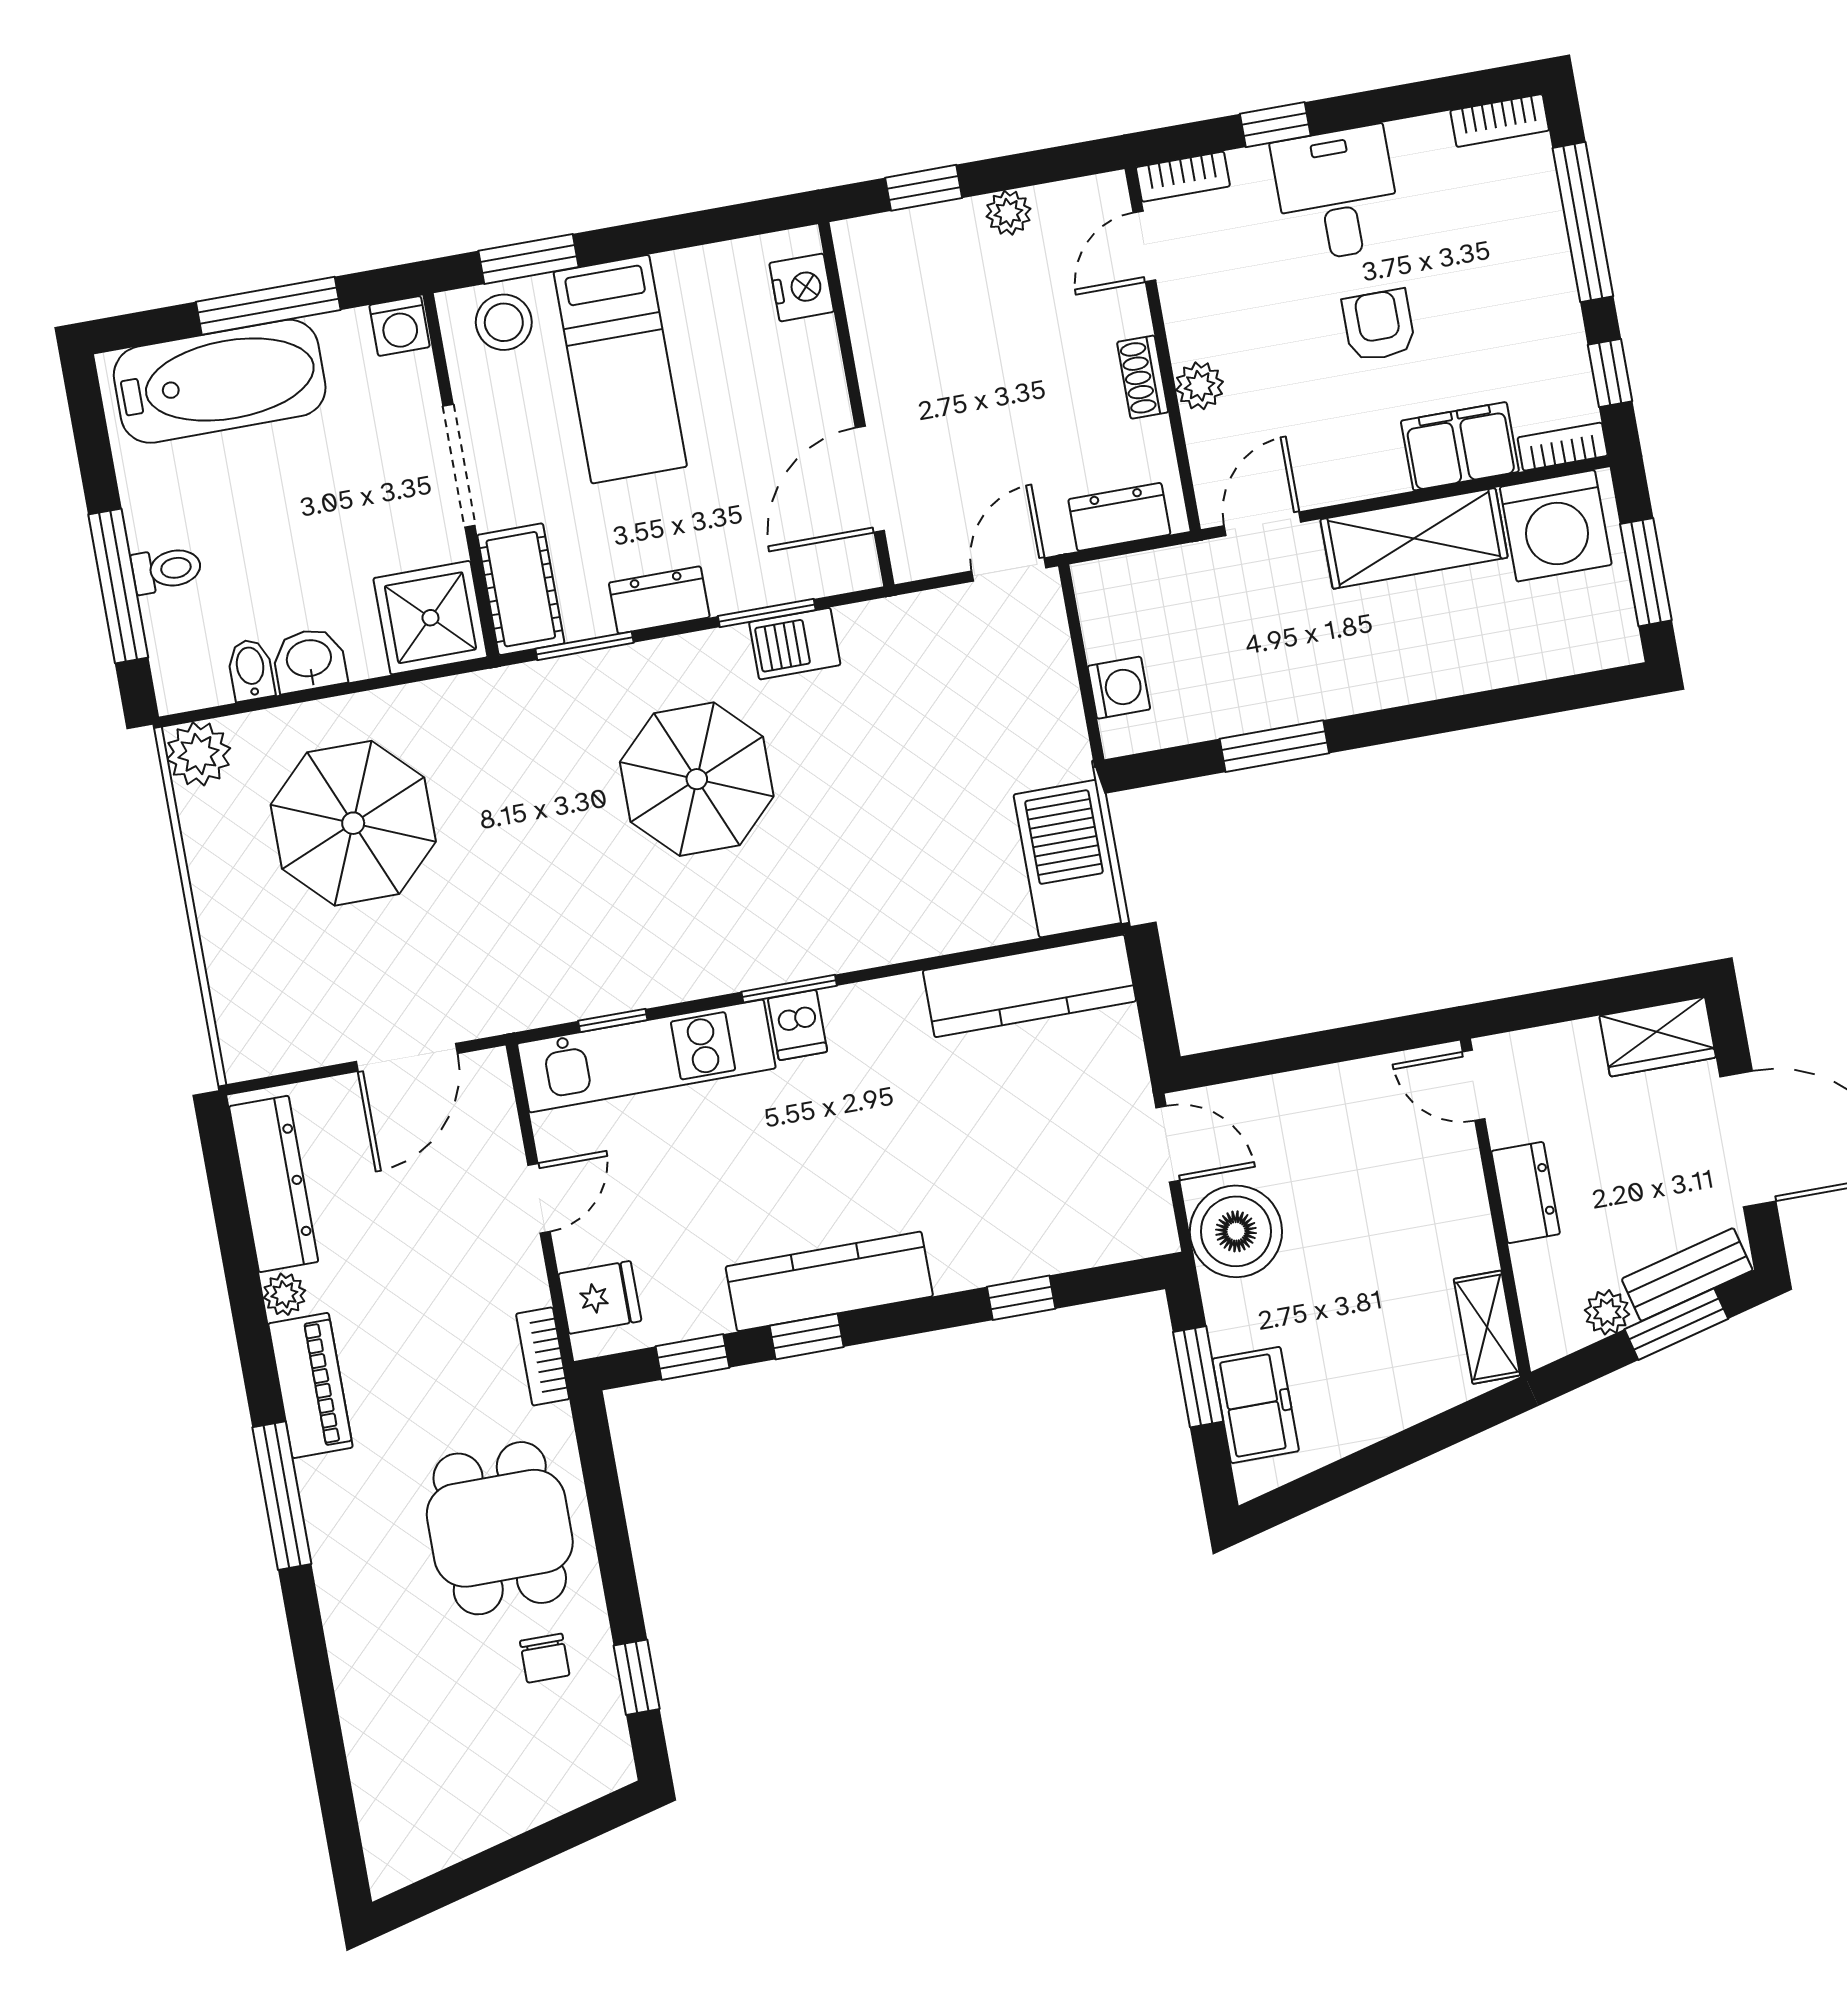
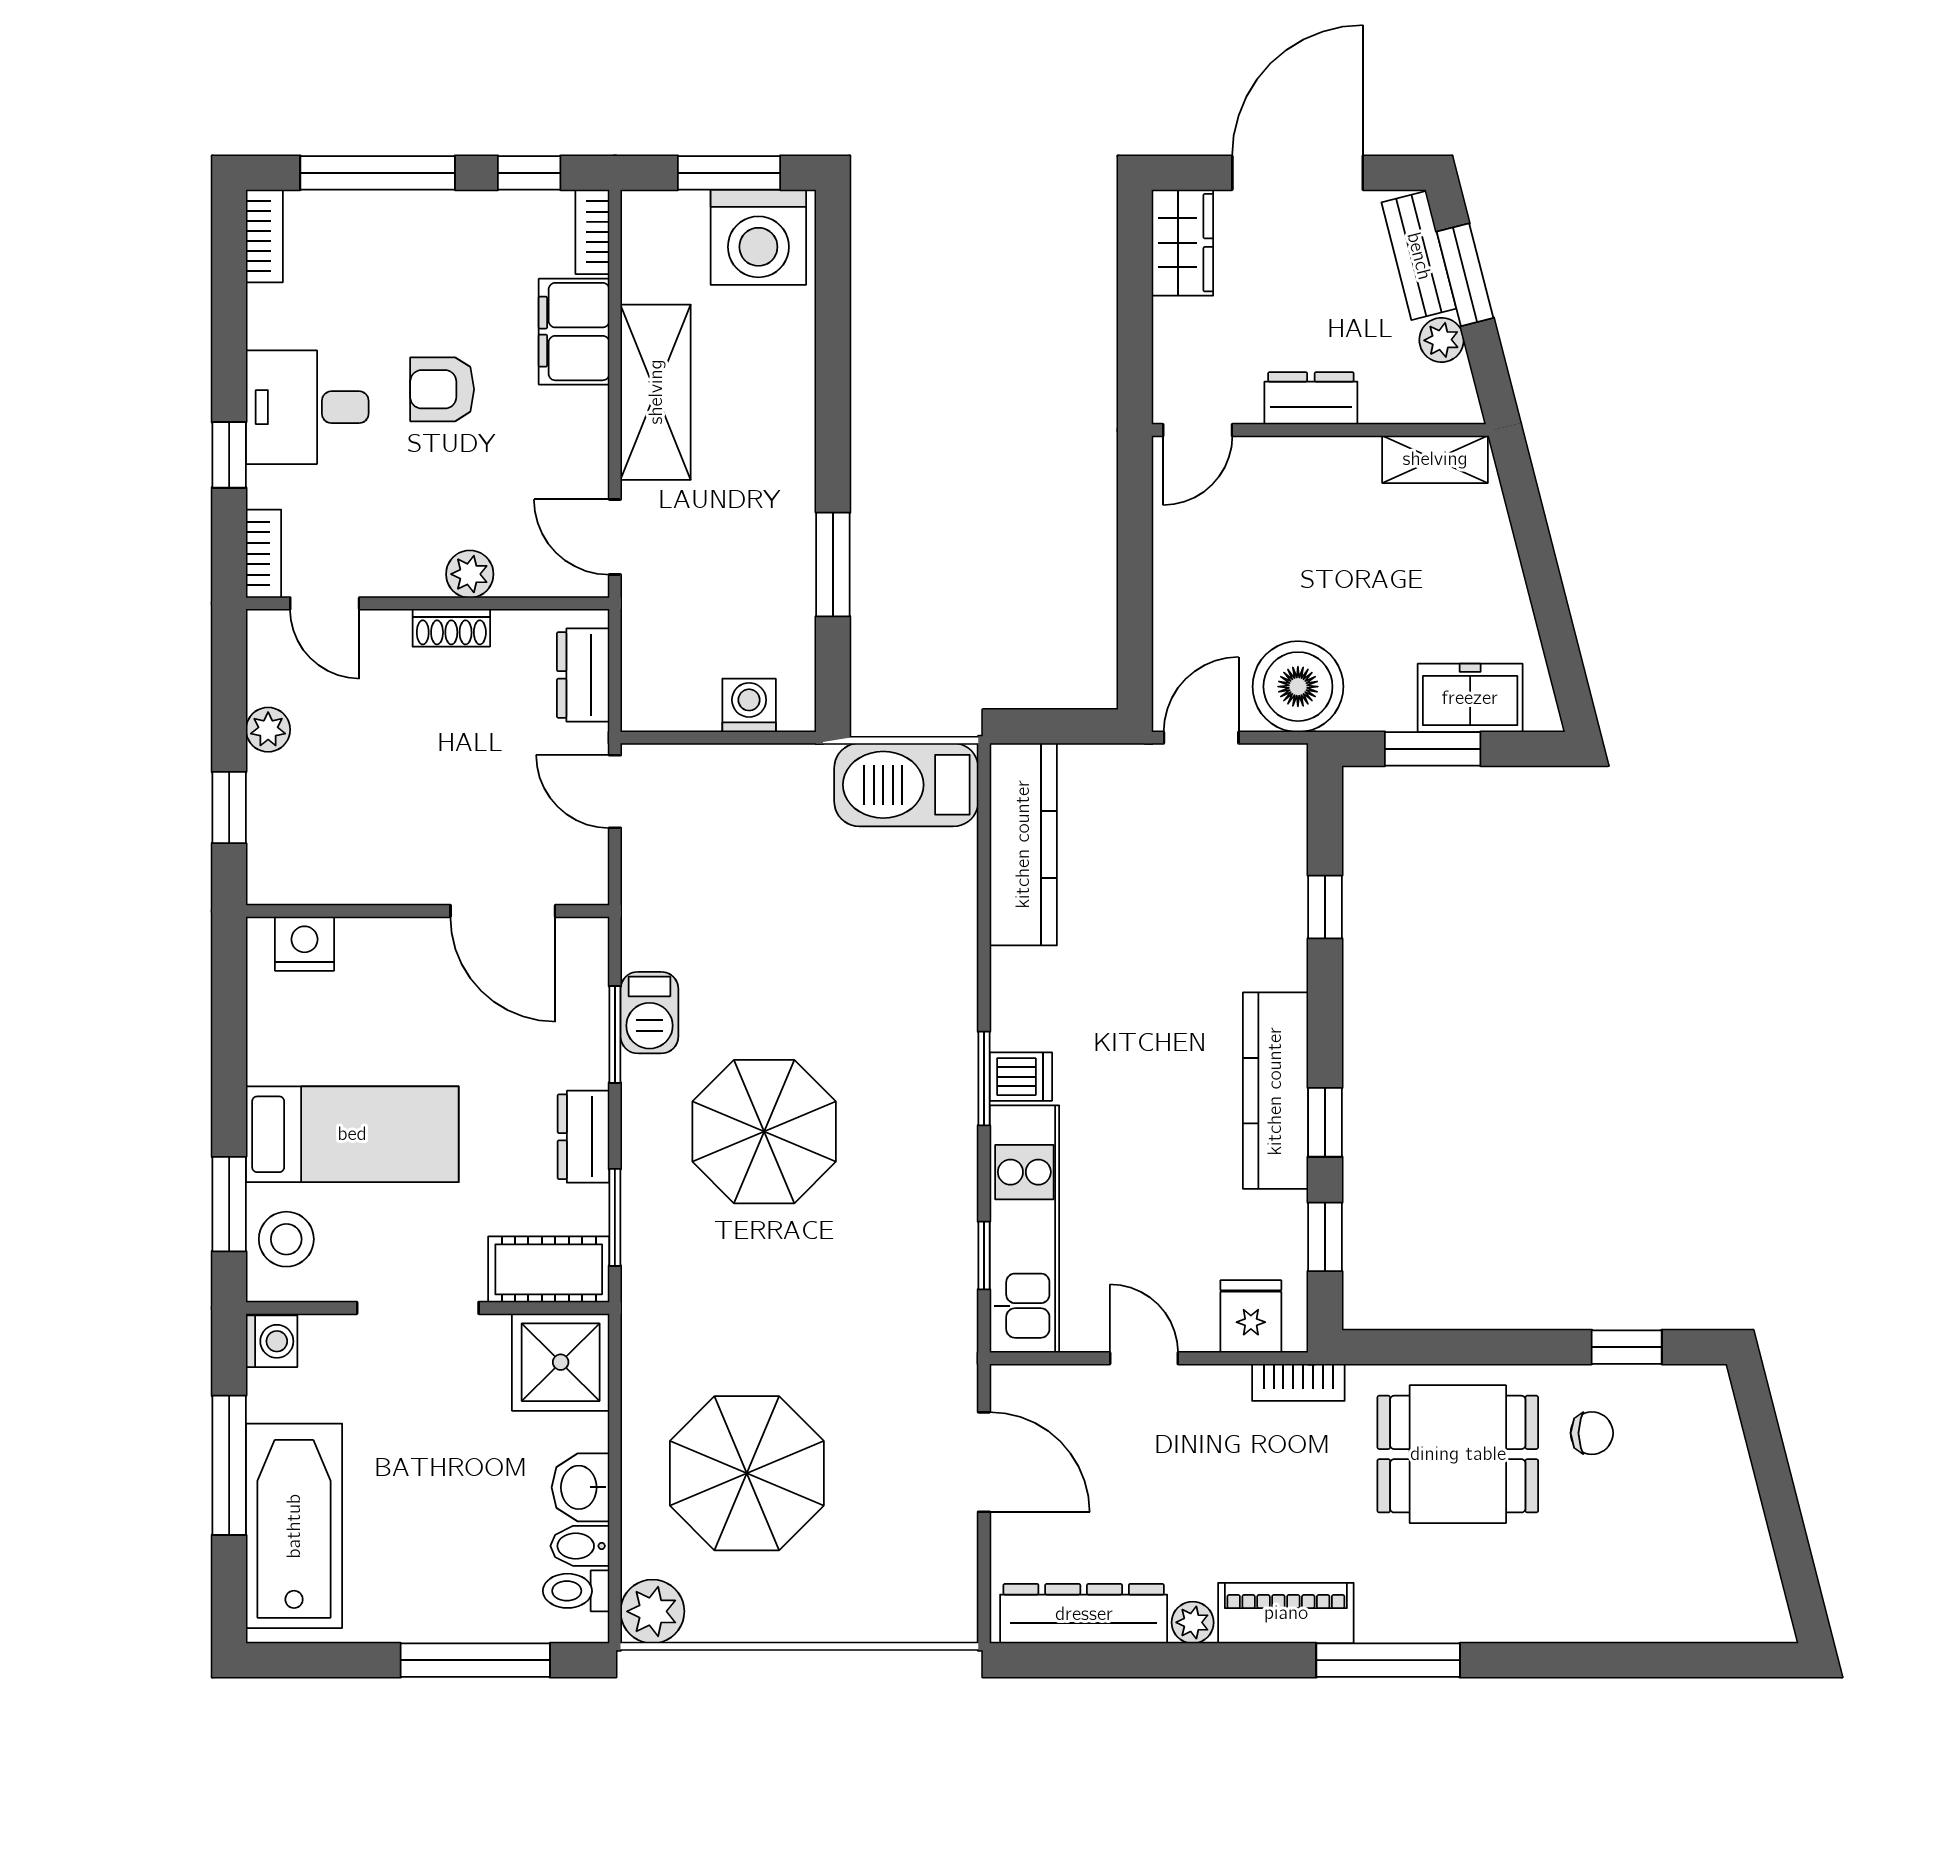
washing machine: (1556, 526) -> (758, 237), moved, turned 90
toilet: (167, 570) -> (576, 1591), moved, turned -90

